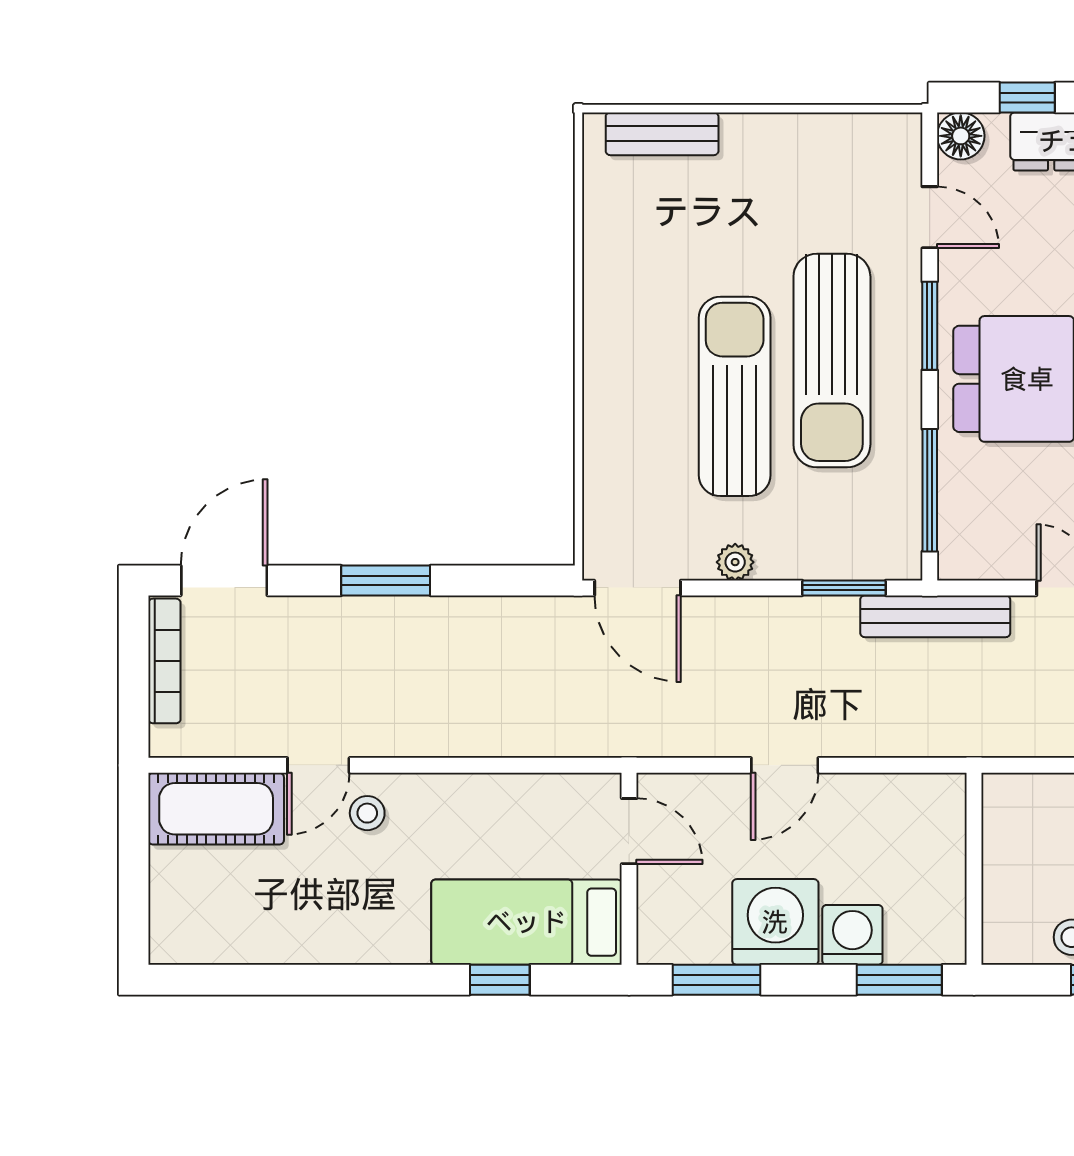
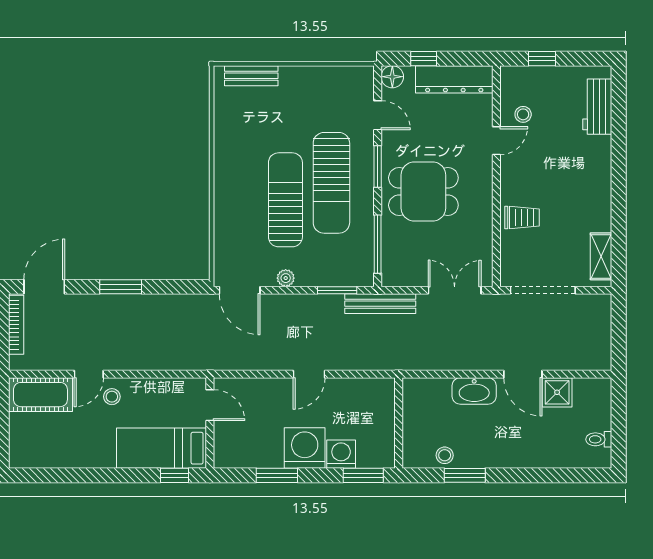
door: (629, 831) -> (210, 405), moved
wall: (629, 869) -> (210, 423), moved
bed: (526, 922) -> (161, 448), moved

